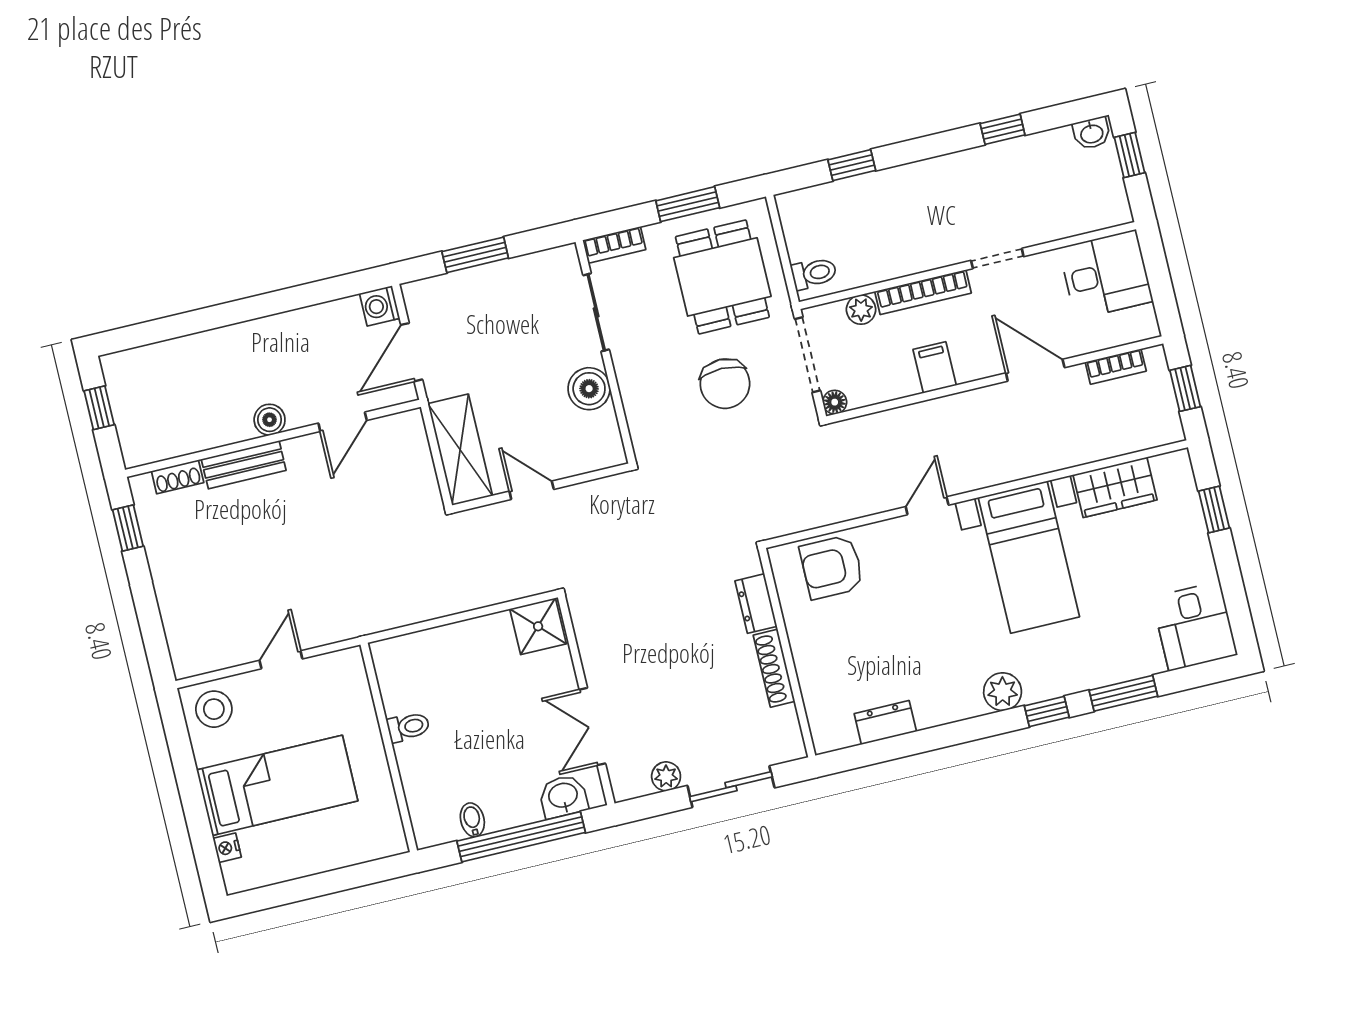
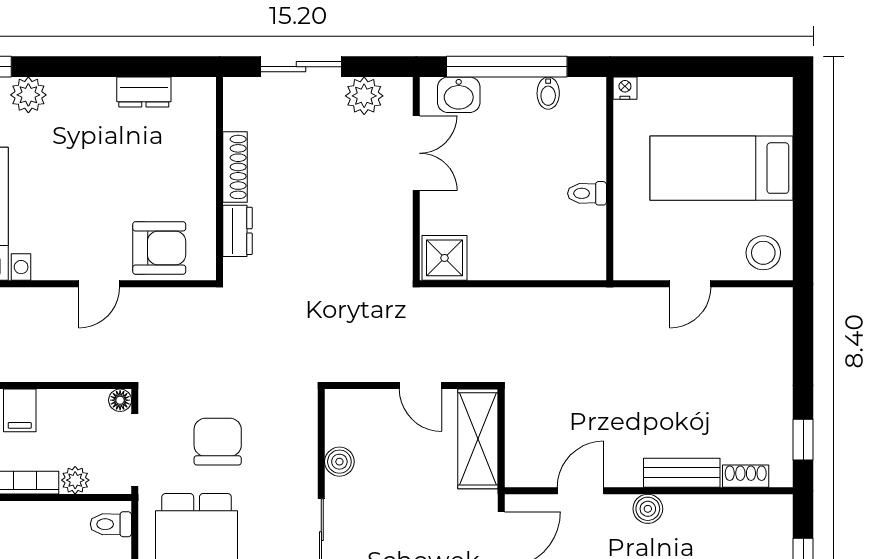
boiler: (589, 389) -> (339, 462), width x0.73, depth x0.73
door: (927, 506) -> (99, 284), moved
plant: (666, 776) -> (364, 96), width x1.38, depth x1.38
nightstand: (227, 848) -> (625, 88), moved, turned -90

